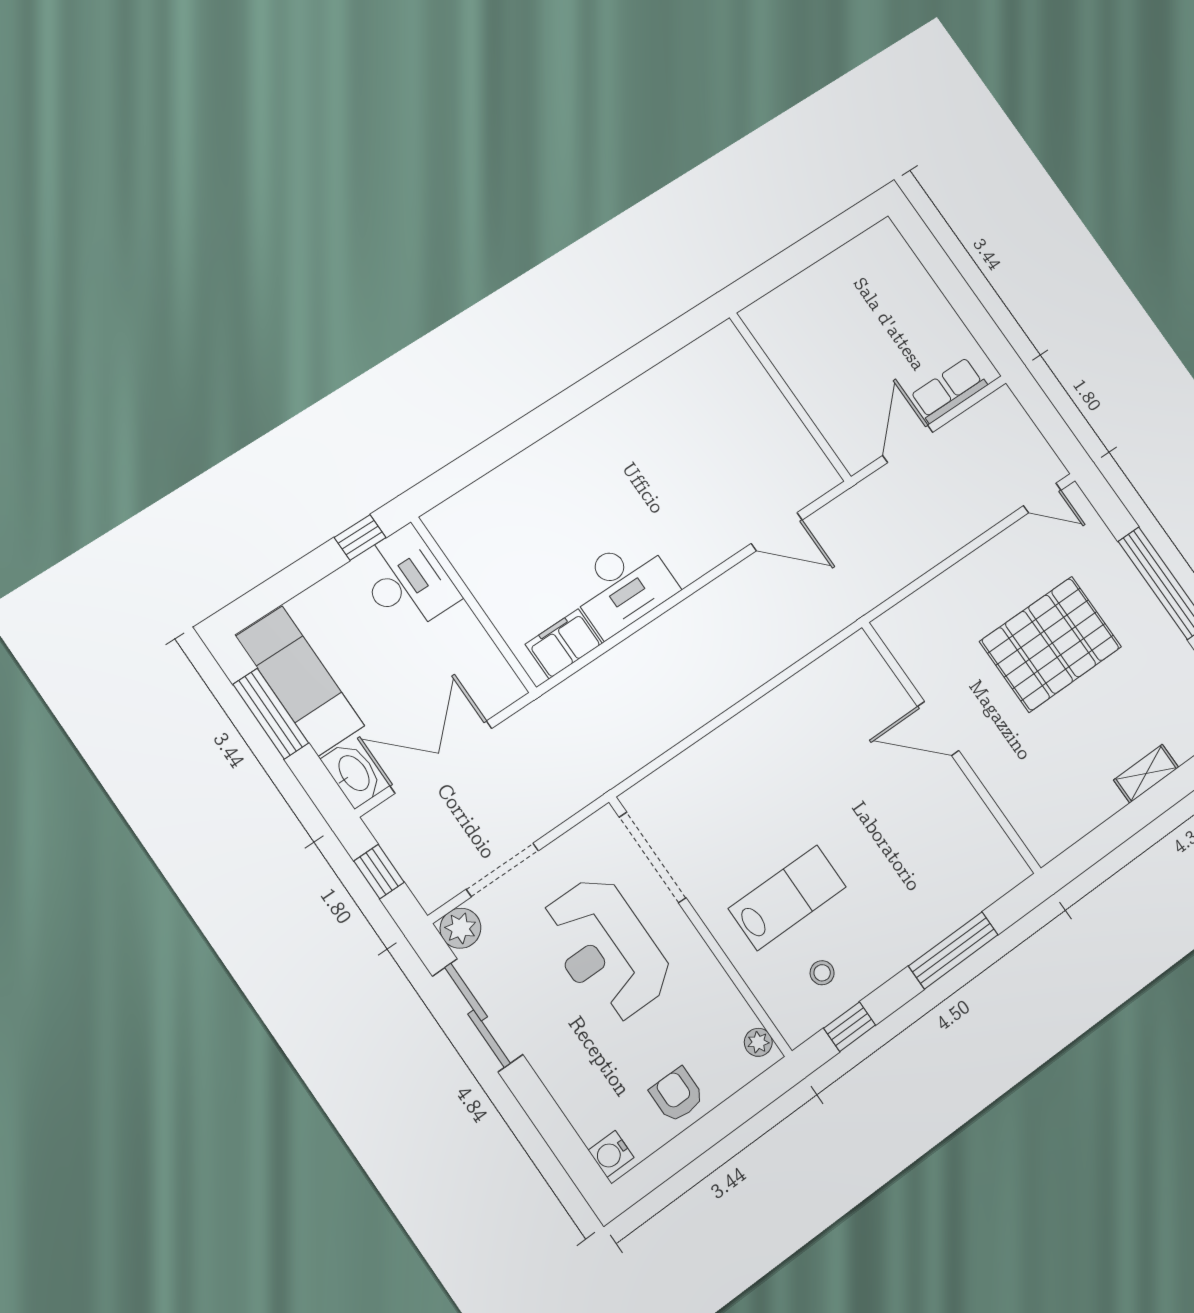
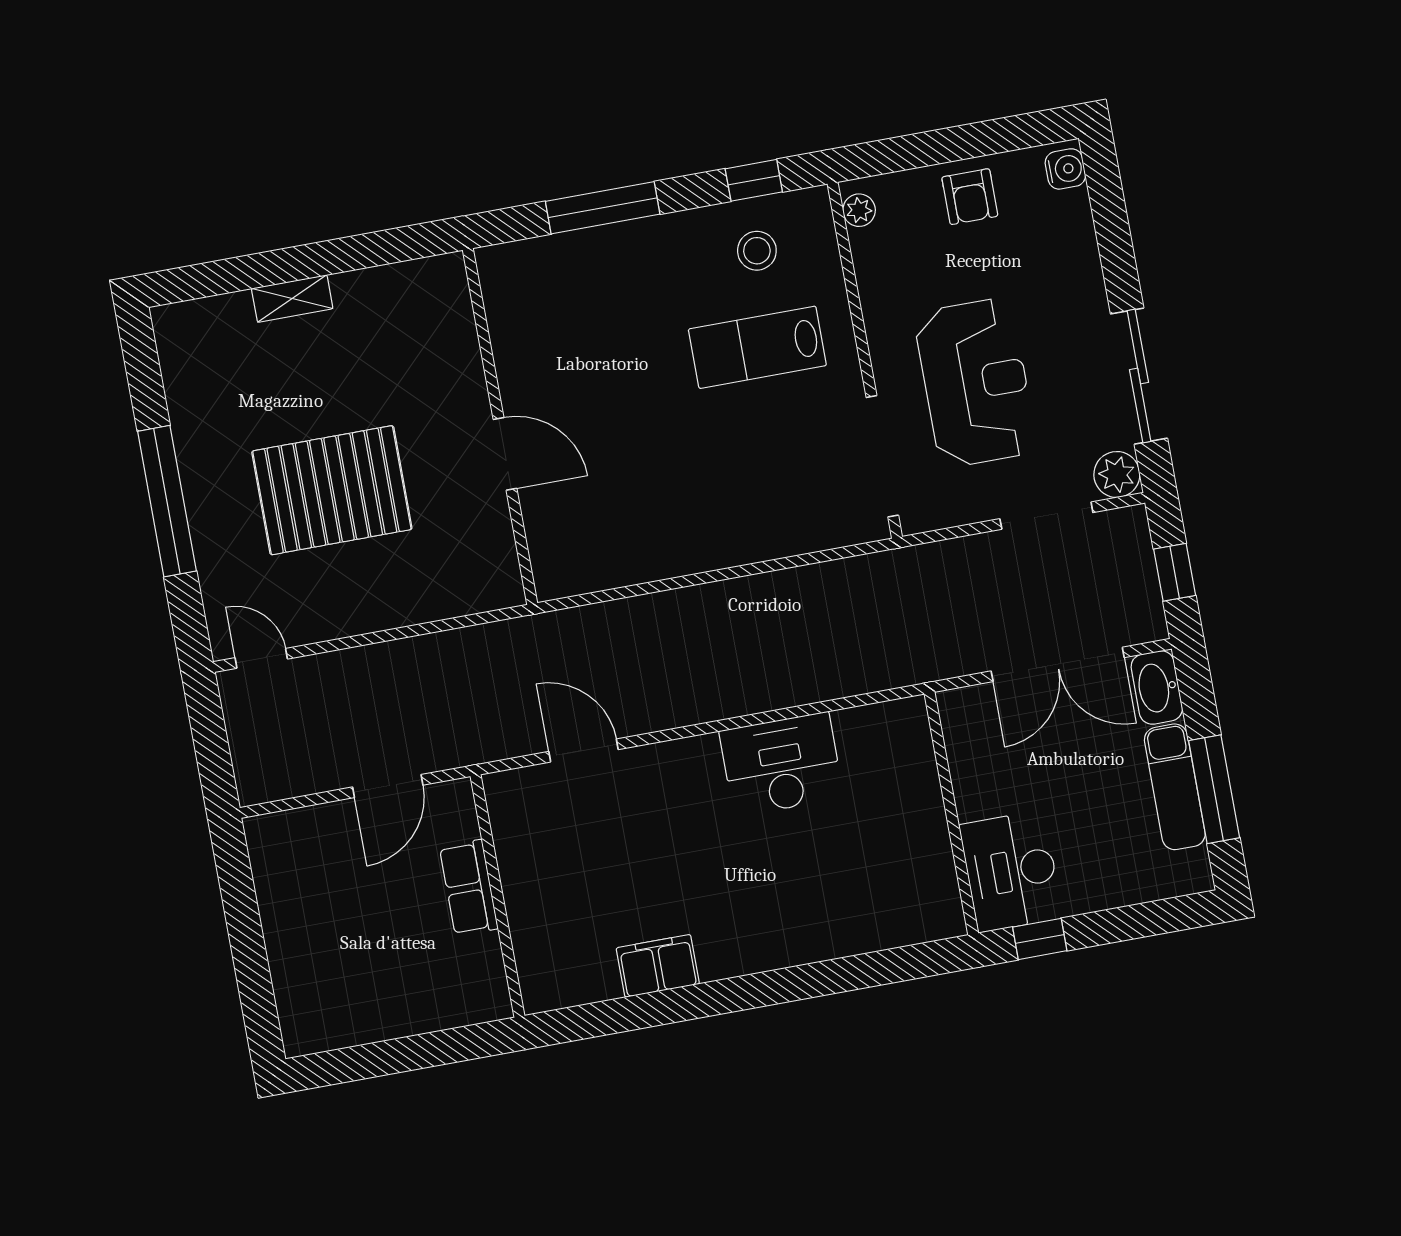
row of seats: (949, 390) -> (469, 888), moved, turned 90
filing cabinet: (564, 644) -> (658, 966), moved, turned 180
exam couch: (300, 681) -> (1175, 787), width x0.73, depth x0.69
stool: (822, 973) -> (757, 251), width x1.37, depth x1.37

